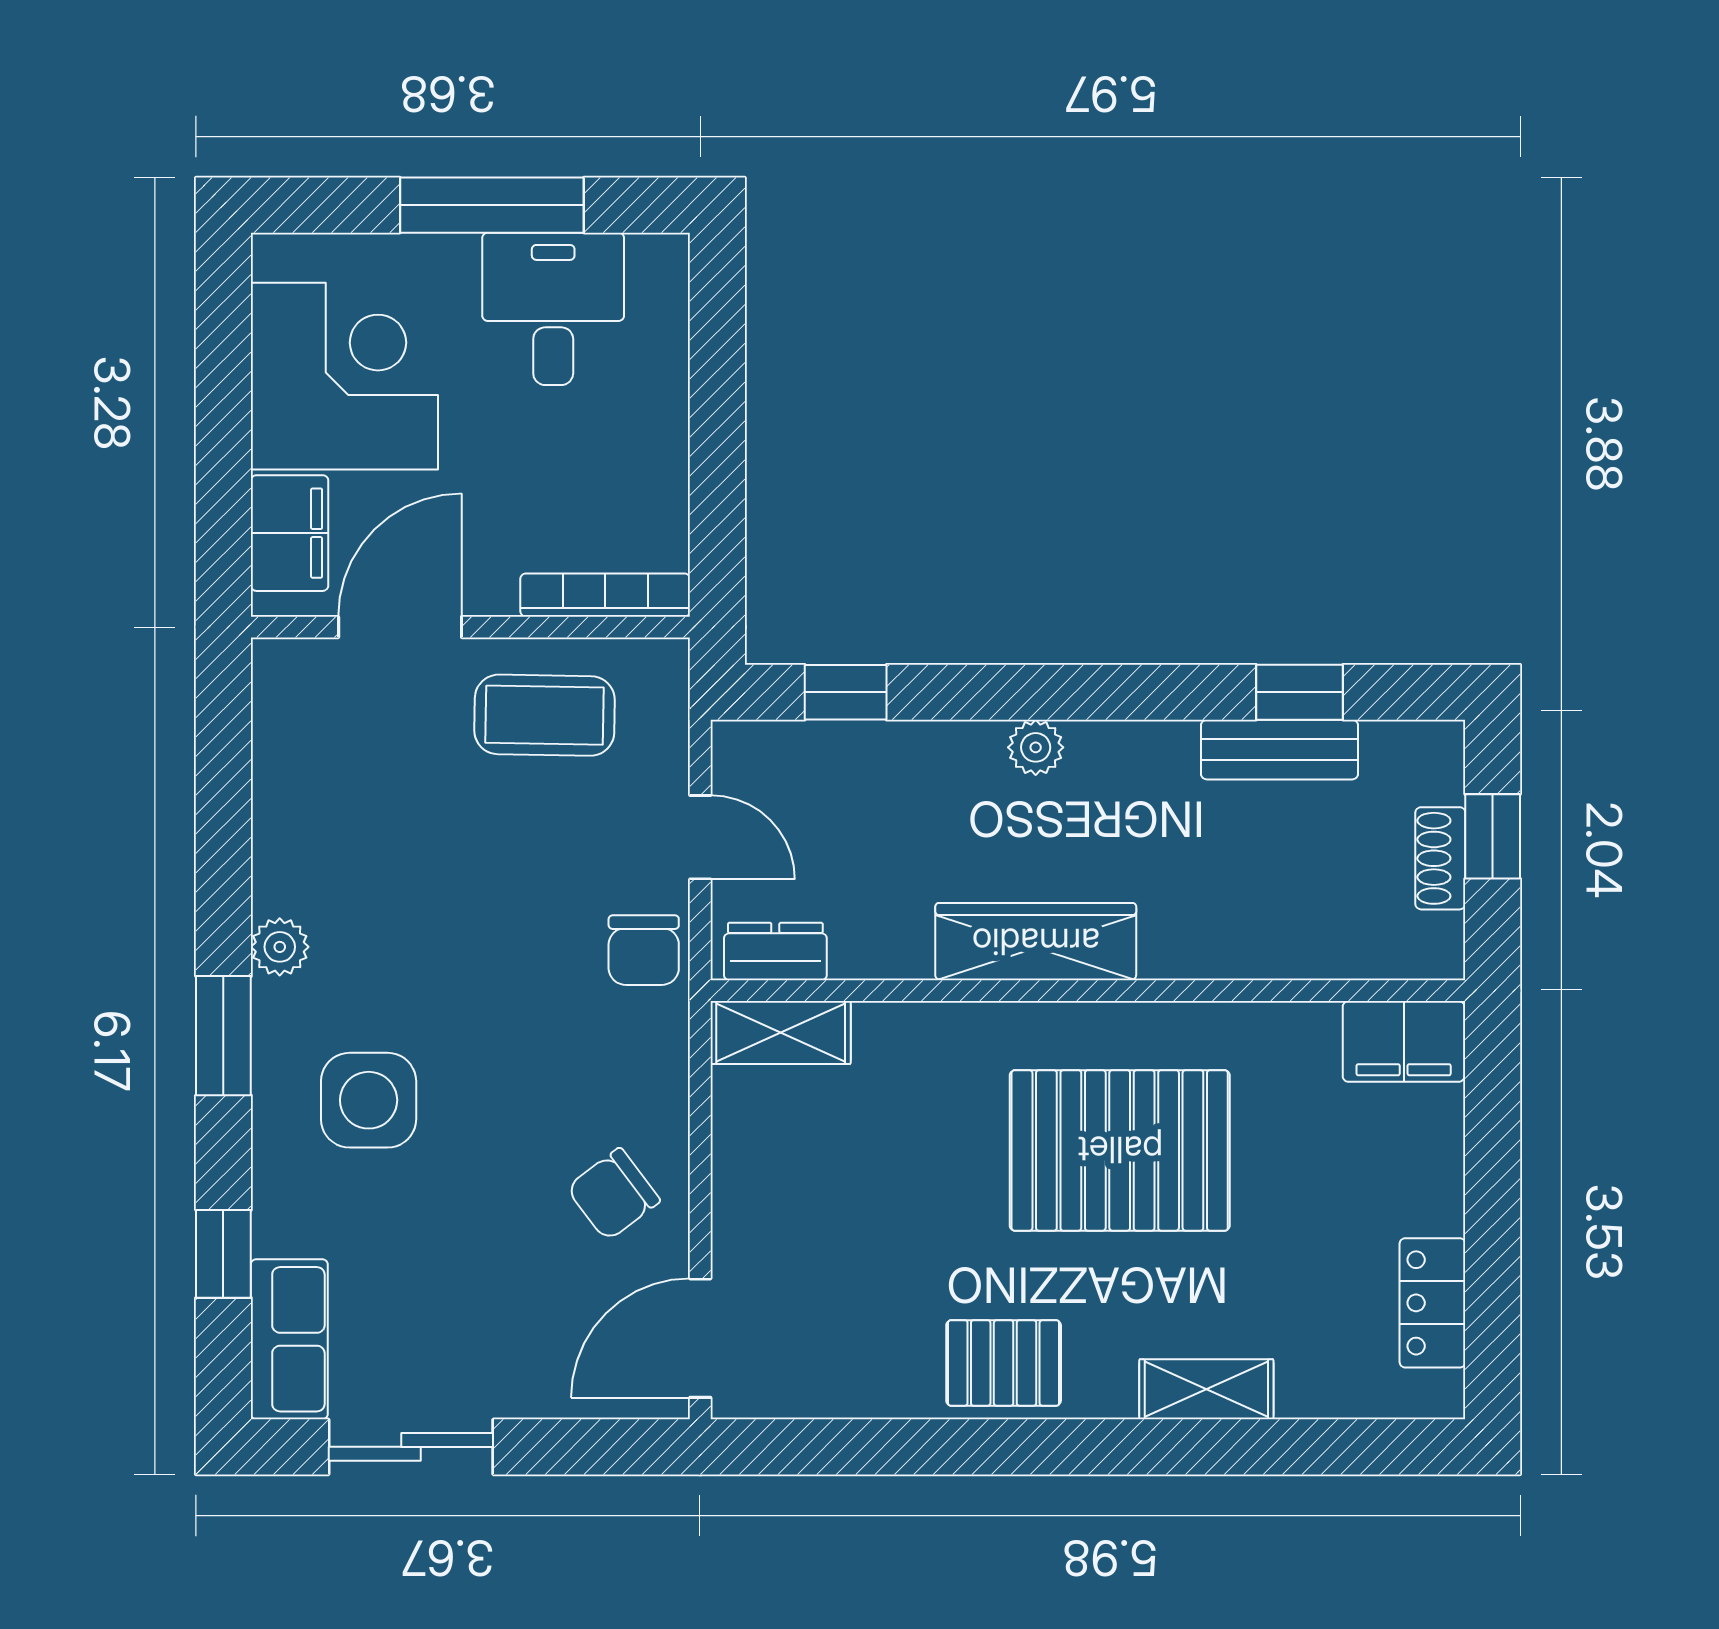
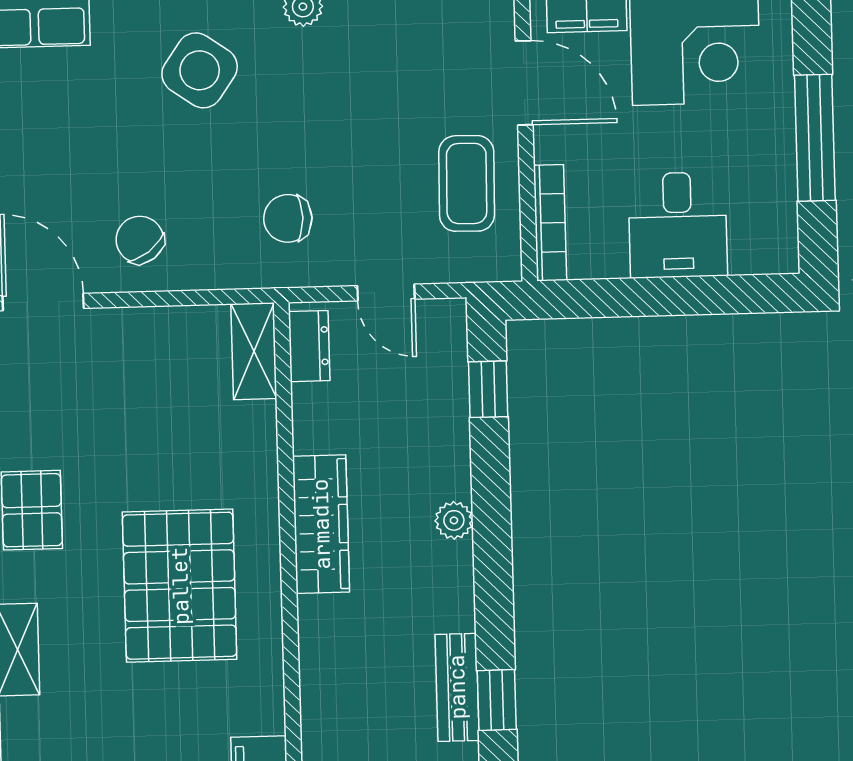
desk: (553, 309) -> (678, 225), moved, turned 90
door: (700, 837) -> (386, 292), hinge flipped
chair: (644, 950) -> (288, 218), moved
side table: (369, 1100) -> (200, 70), turned 35

